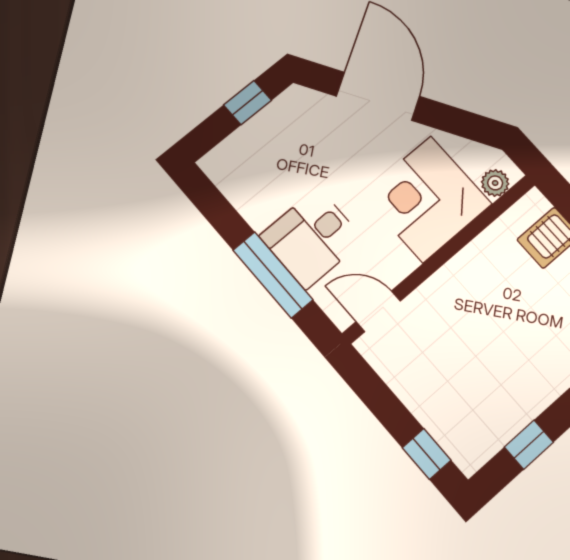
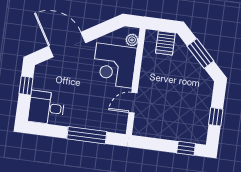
desk: (312, 238) -> (46, 108), moved, turned 90
door: (378, 311) -> (133, 103), moved

